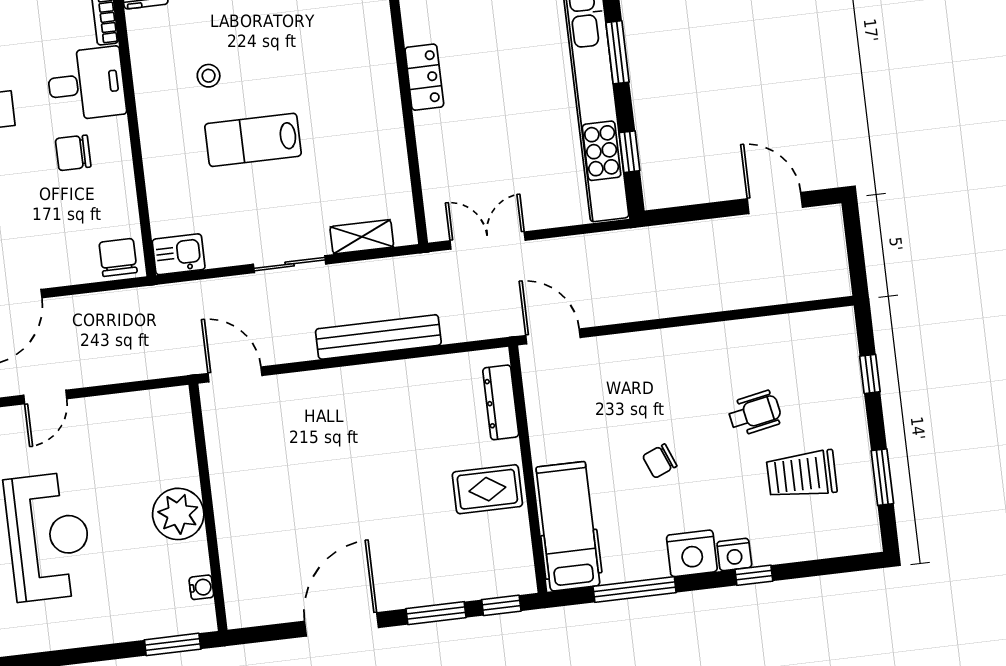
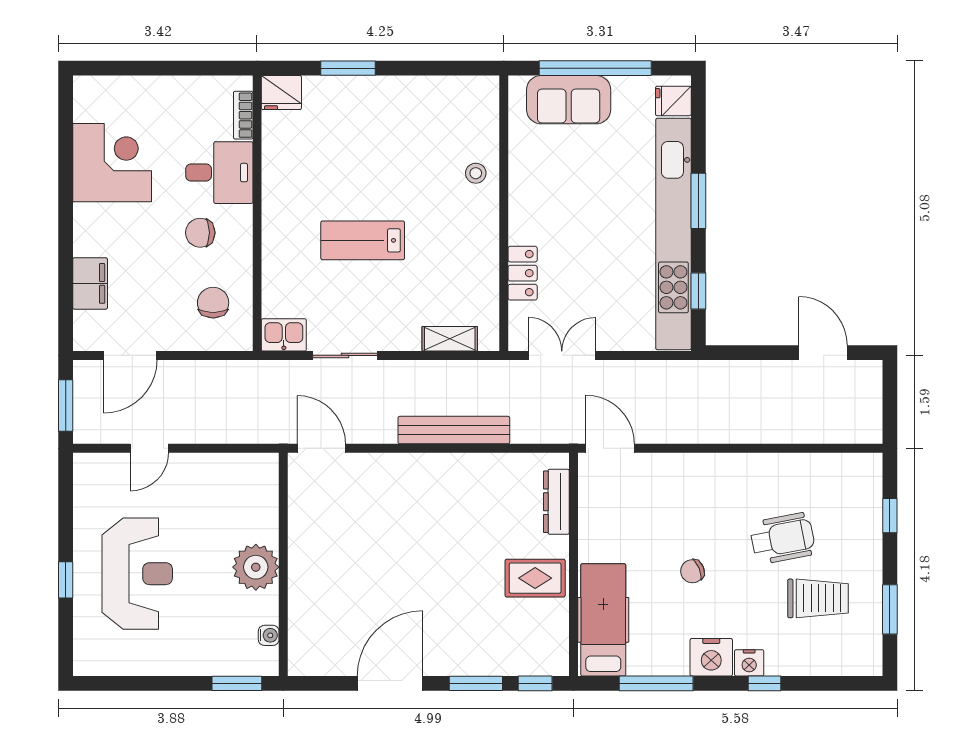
stool: (209, 76) -> (476, 173), moved
locker: (424, 77) -> (523, 273), moved
chair: (118, 257) -> (213, 303), moved
sliding door: (290, 264) -> (345, 355), moved
wheelchair: (755, 413) -> (783, 538), width x1.36, depth x1.37
trolley: (802, 475) -> (818, 598), turned 180

